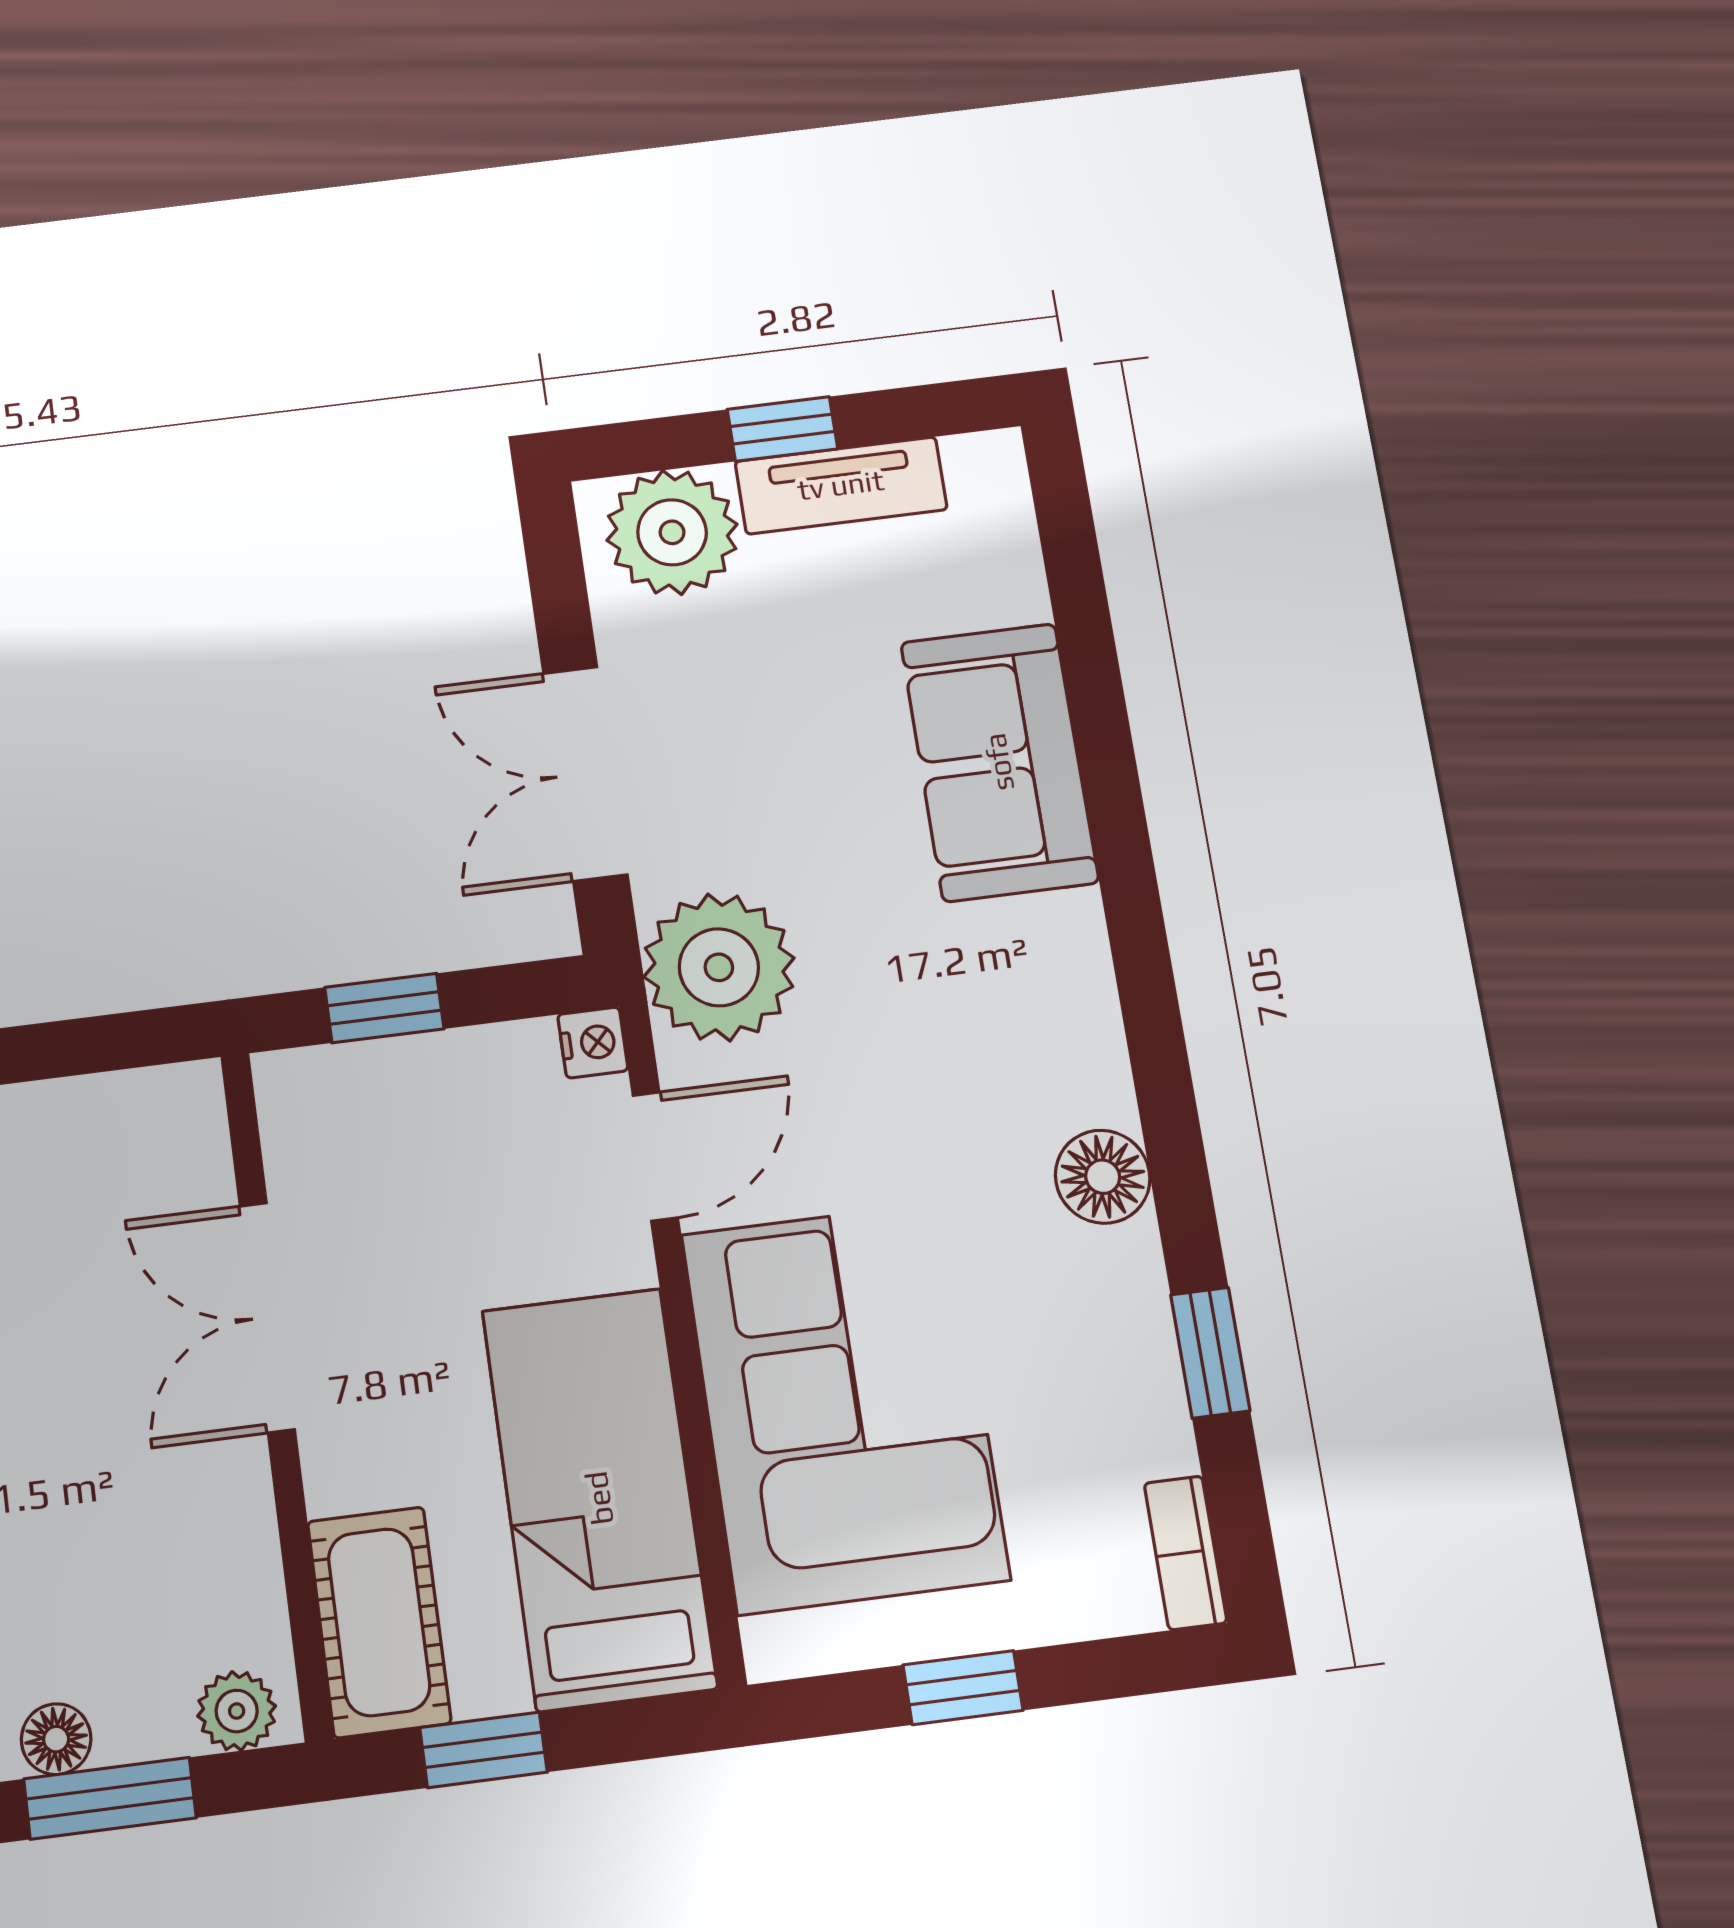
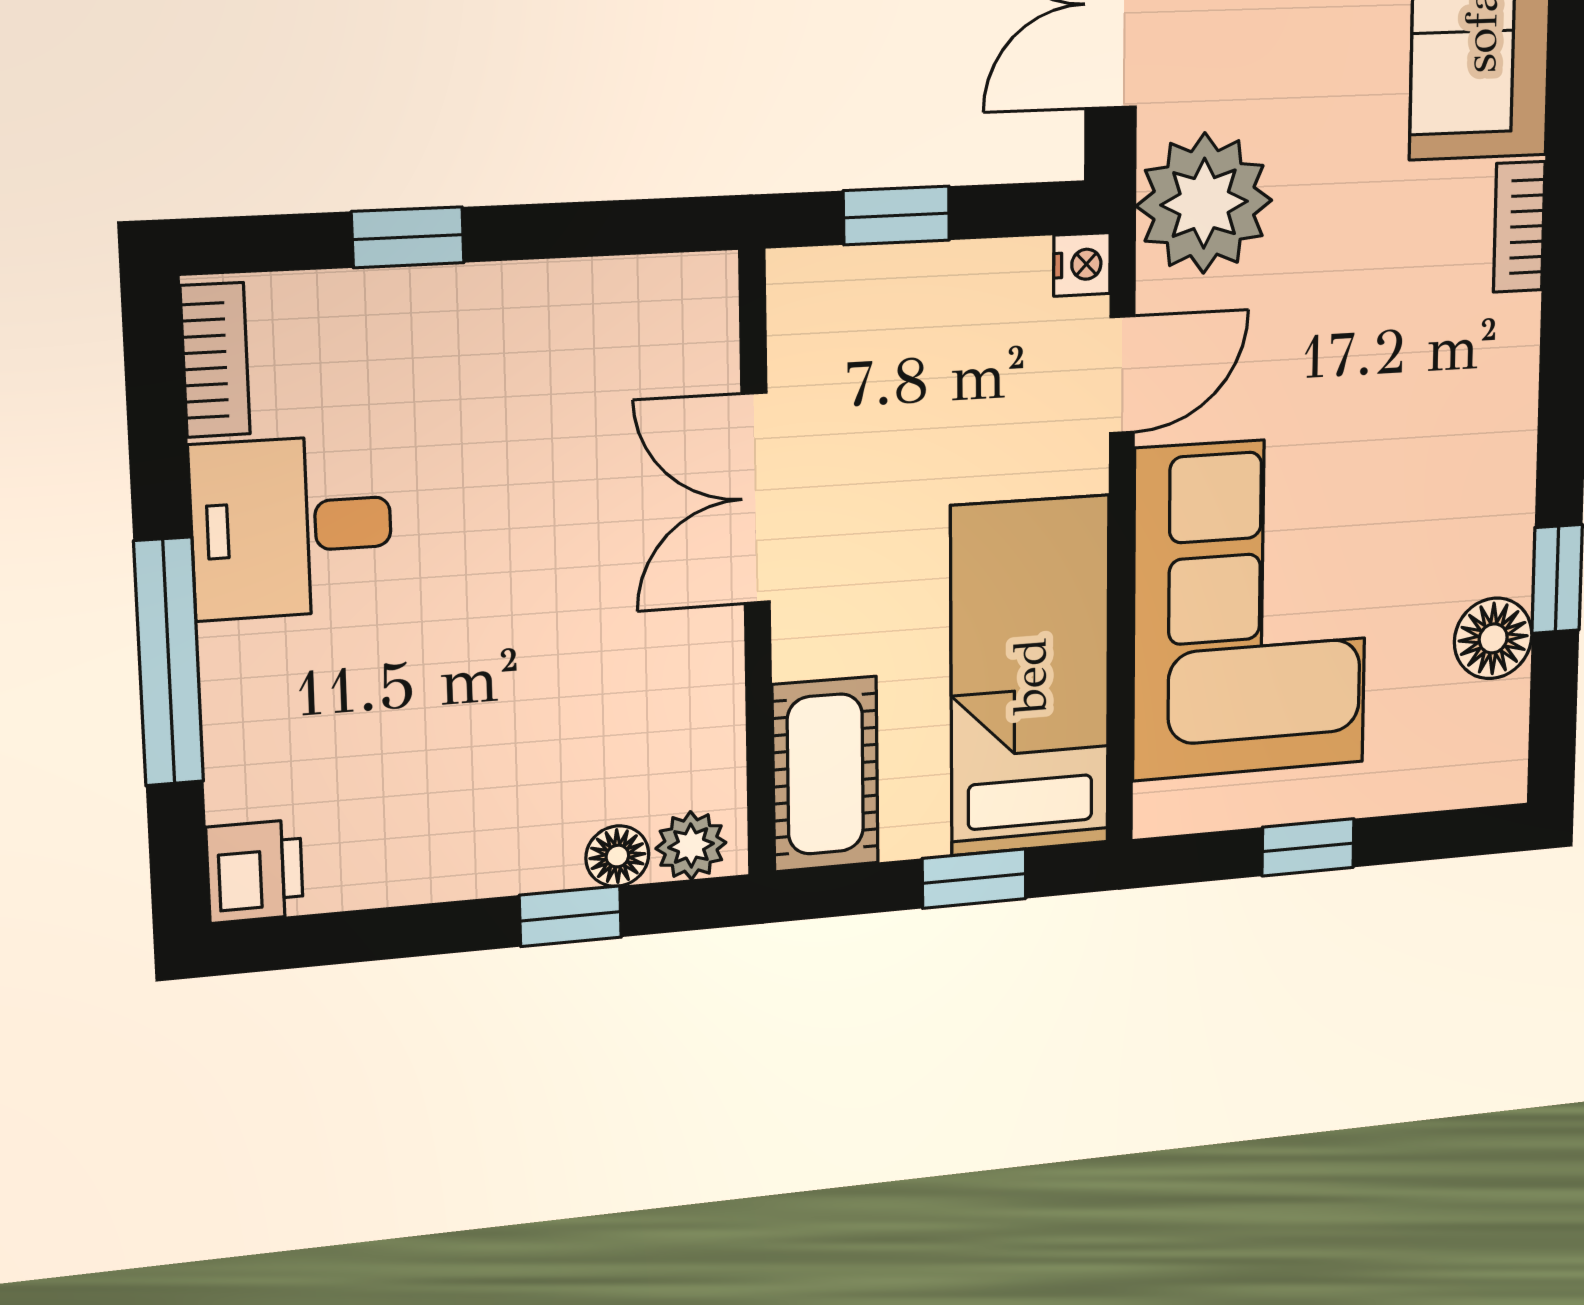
floor lamp: (1103, 1177) -> (1493, 638), moved
bookcase: (1186, 1553) -> (1519, 227), moved
floor lamp: (56, 1739) -> (617, 856), moved
window: (483, 1750) -> (974, 879), moved
window: (110, 1798) -> (570, 916), width x0.67

